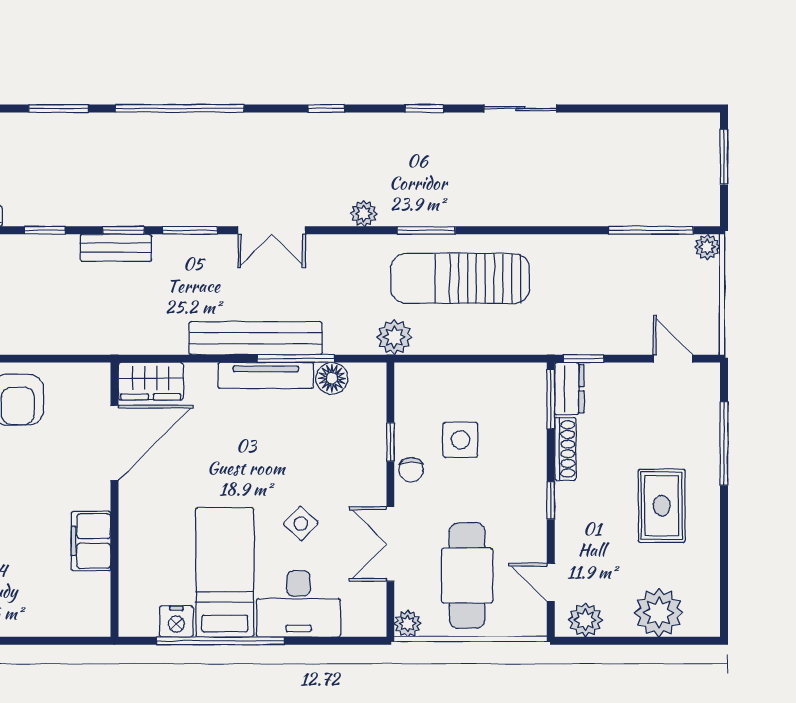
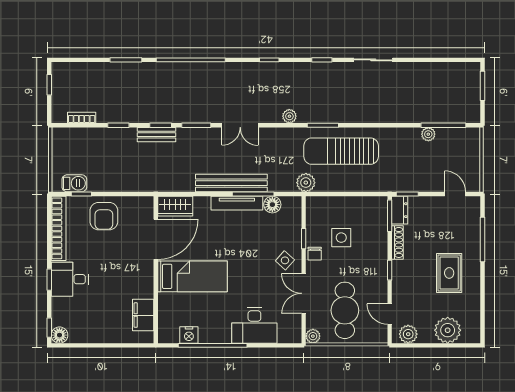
plant: (707, 247) -> (428, 134), moved
side table: (301, 523) -> (285, 260), moved
filing cabinet: (91, 541) -> (143, 315), moved
bed: (225, 572) -> (192, 276), moved, turned 90

